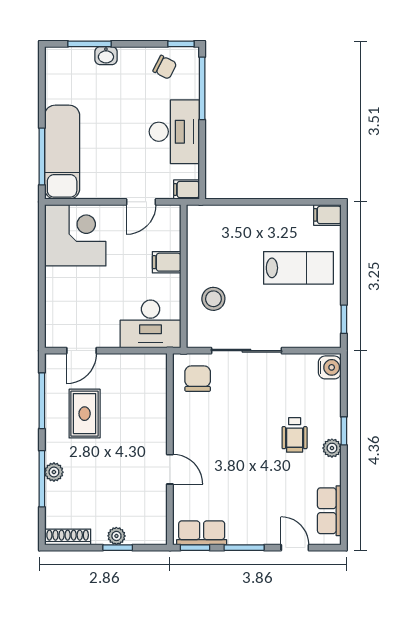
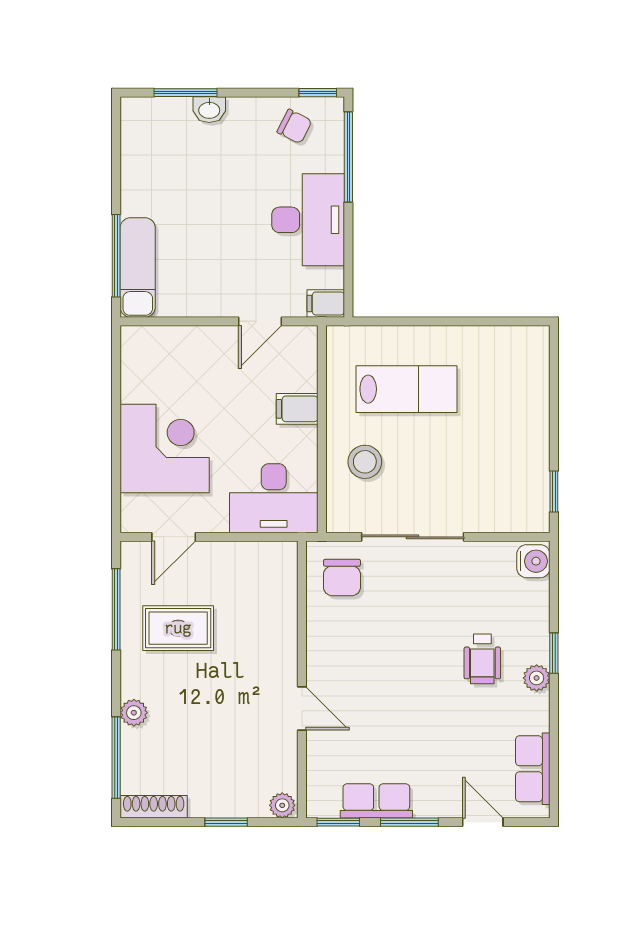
exam couch: (62, 152) -> (138, 267), width x0.73, depth x0.69
filing cabinet: (327, 215) -> (530, 340), removed
corner desk: (75, 235) -> (165, 449), moved
lab bench: (298, 268) -> (407, 389), moved
chair: (198, 379) -> (342, 577), turned 180
rug: (85, 414) -> (178, 628), turned 90
window: (42, 479) -> (116, 758), moved
row of seats: (202, 533) -> (376, 801), moved
plant: (116, 536) -> (282, 805), moved

